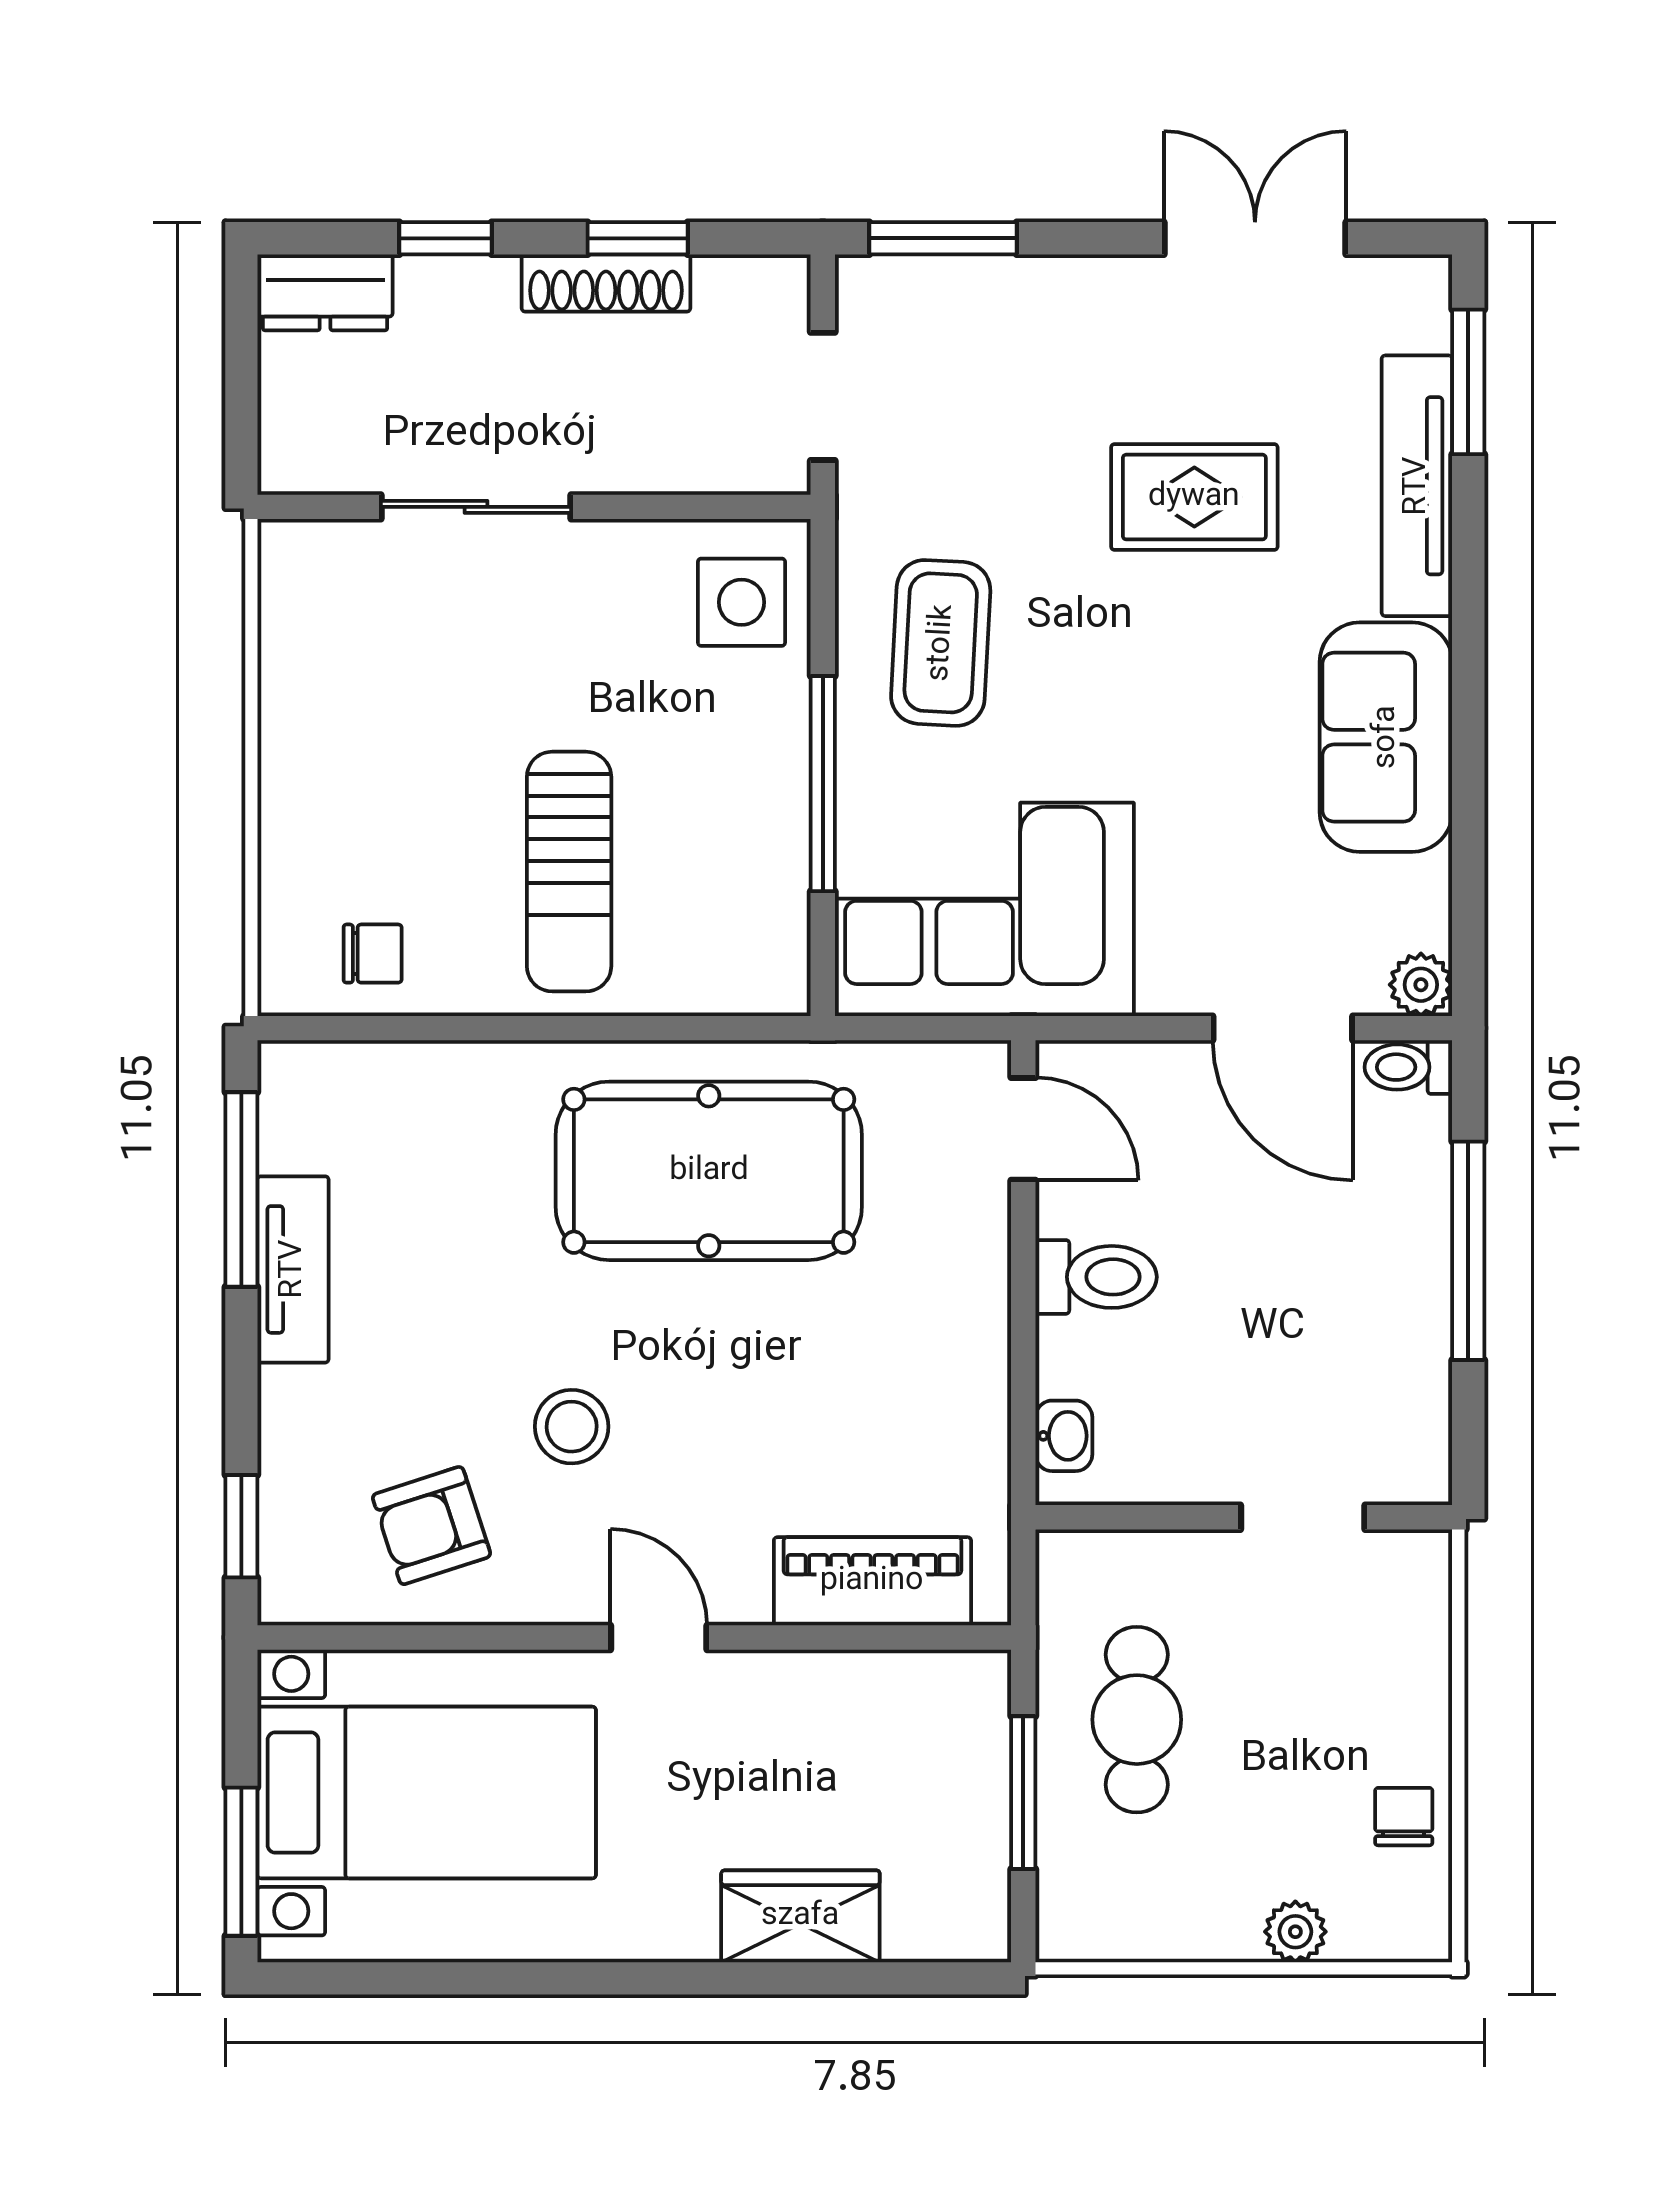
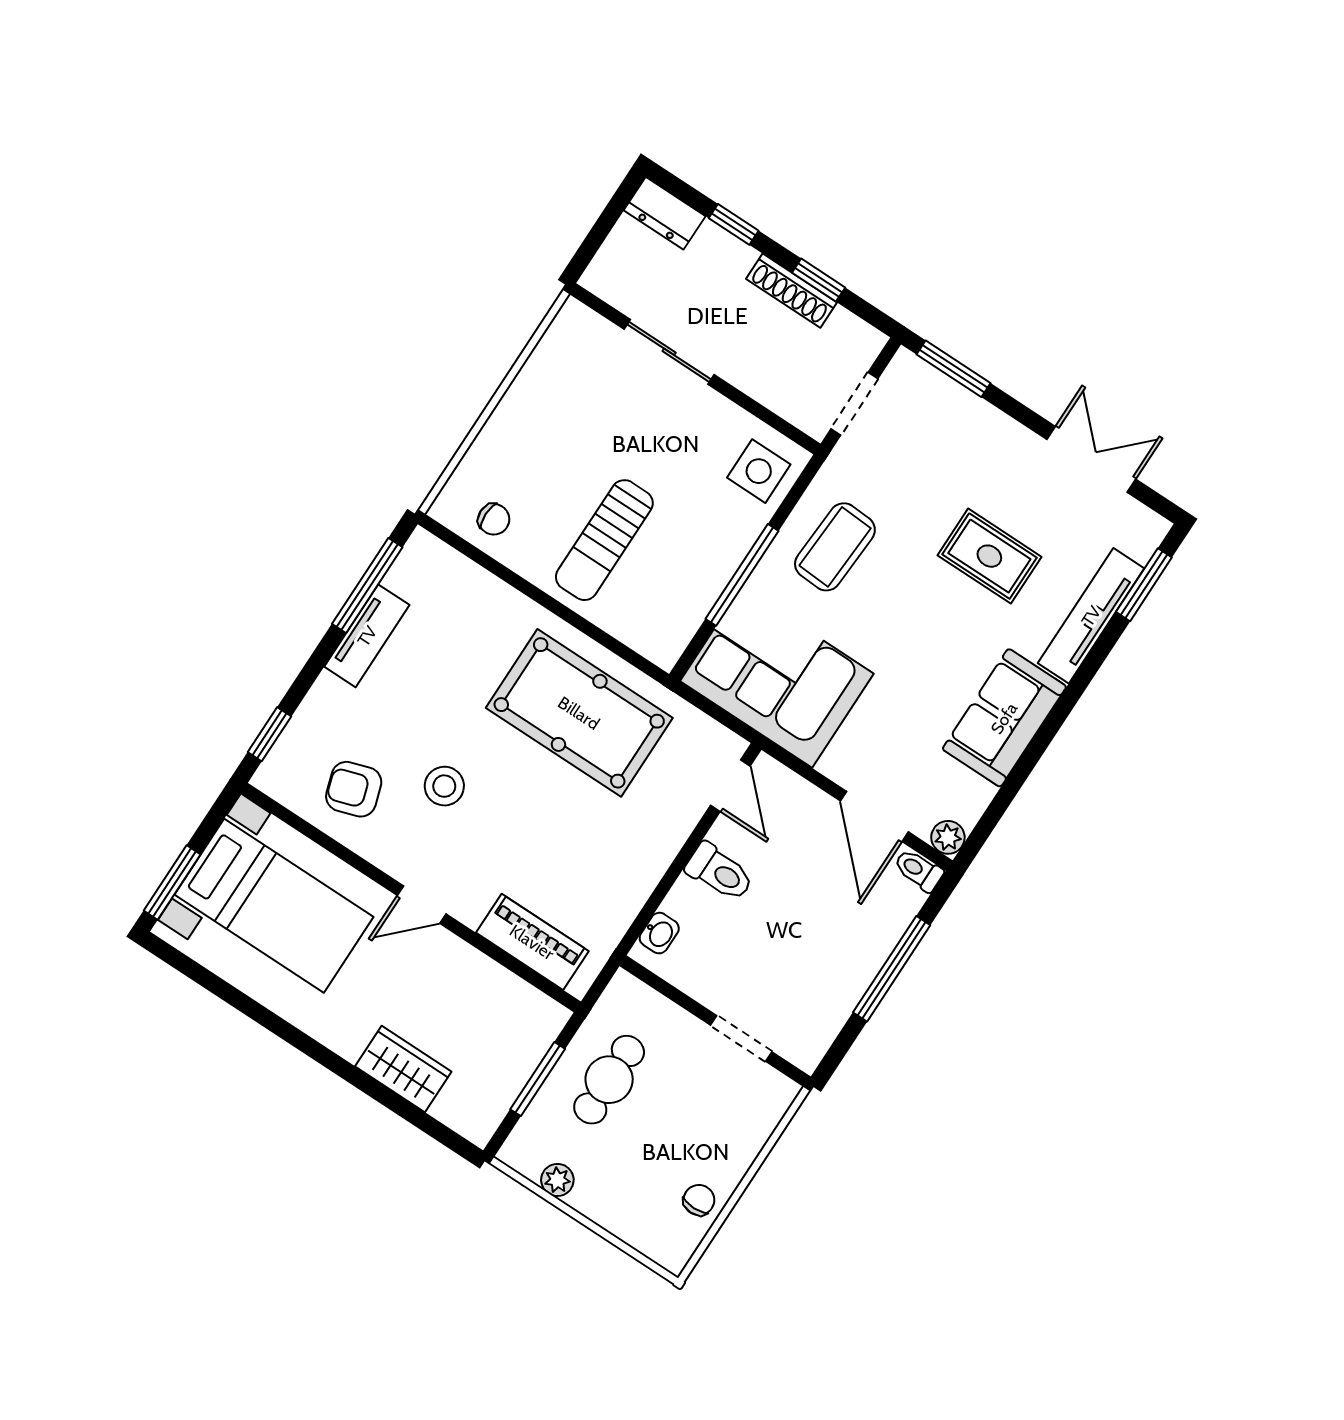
door: (659, 1638) -> (422, 905), swing flipped
plant: (1295, 1932) -> (557, 1180), moved

